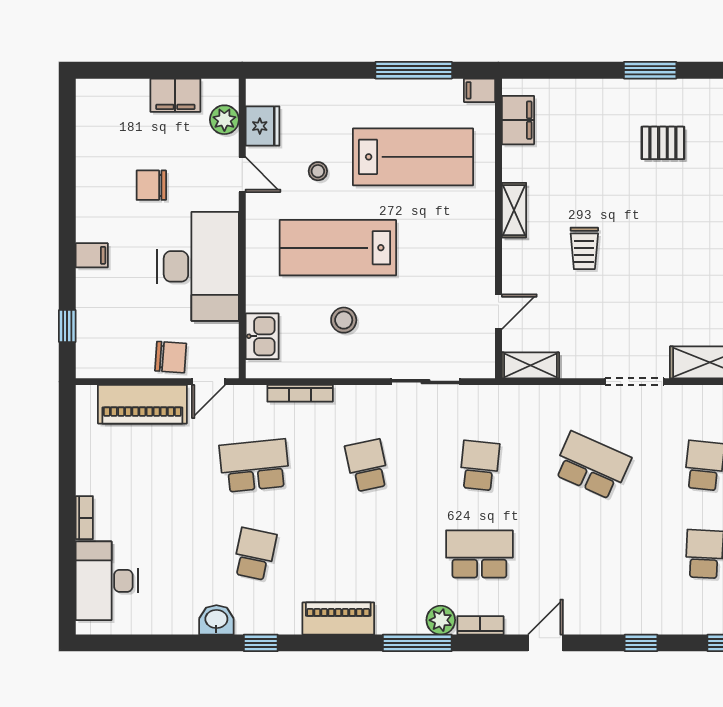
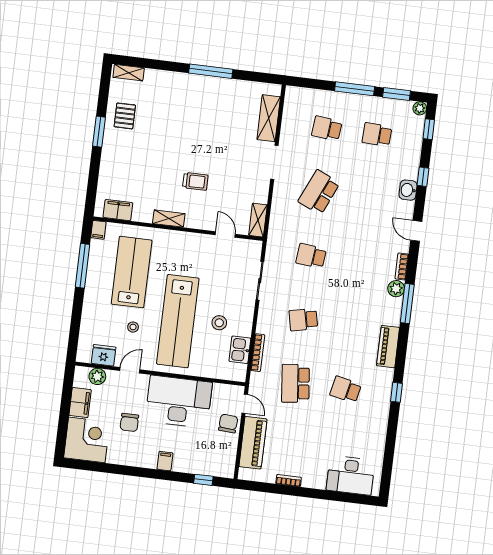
corner desk: (112, 115) -> (87, 440), added
pallet: (663, 143) -> (125, 116), moved
lab bench: (338, 248) -> (178, 321), width x1.36
kitchen sink: (262, 336) -> (240, 350), moved, turned -90
bookcase: (84, 518) -> (289, 481), moved
school desk: (479, 554) -> (361, 262), removed
washbasin: (216, 620) -> (408, 190), moved

